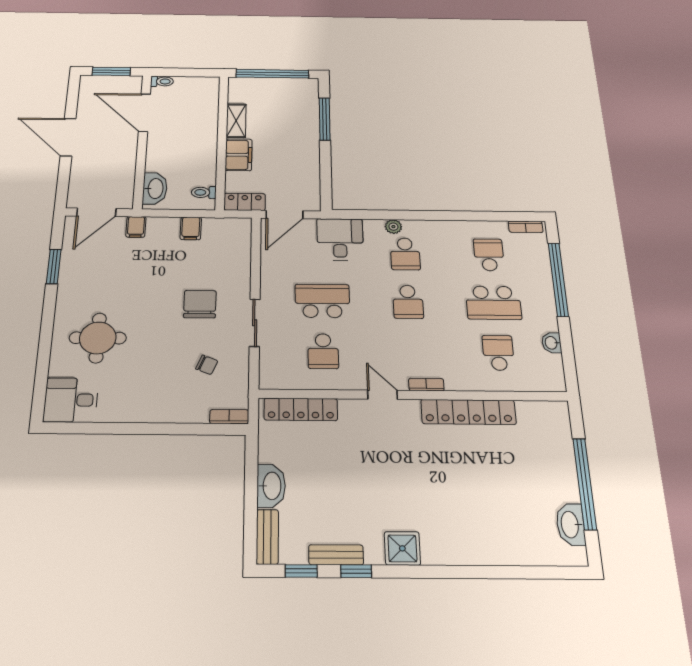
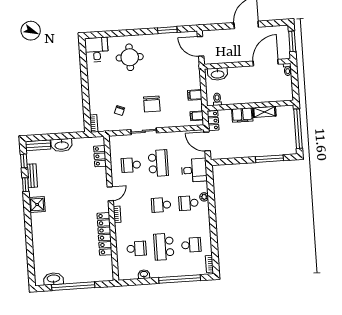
filing cabinet: (136, 227) -> (197, 116), moved
chair: (200, 304) -> (152, 104), turned 90
locker: (301, 409) -> (100, 156), width x0.66

